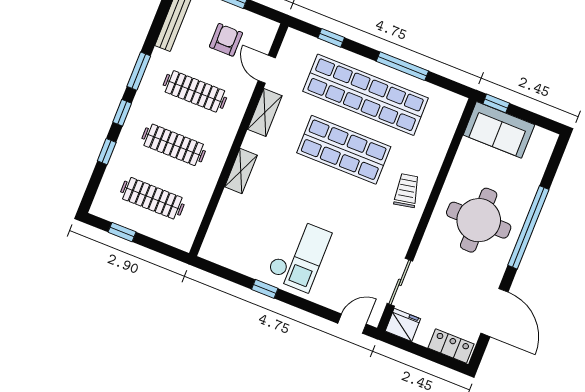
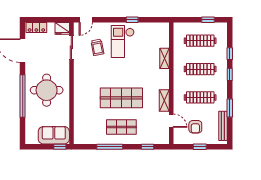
window: (139, 71) -> (230, 108), moved
shop shelf: (366, 95) -> (121, 127), width x0.50, depth x0.74
shelving: (241, 171) -> (165, 58), moved
trolley: (407, 191) -> (97, 47), moved

